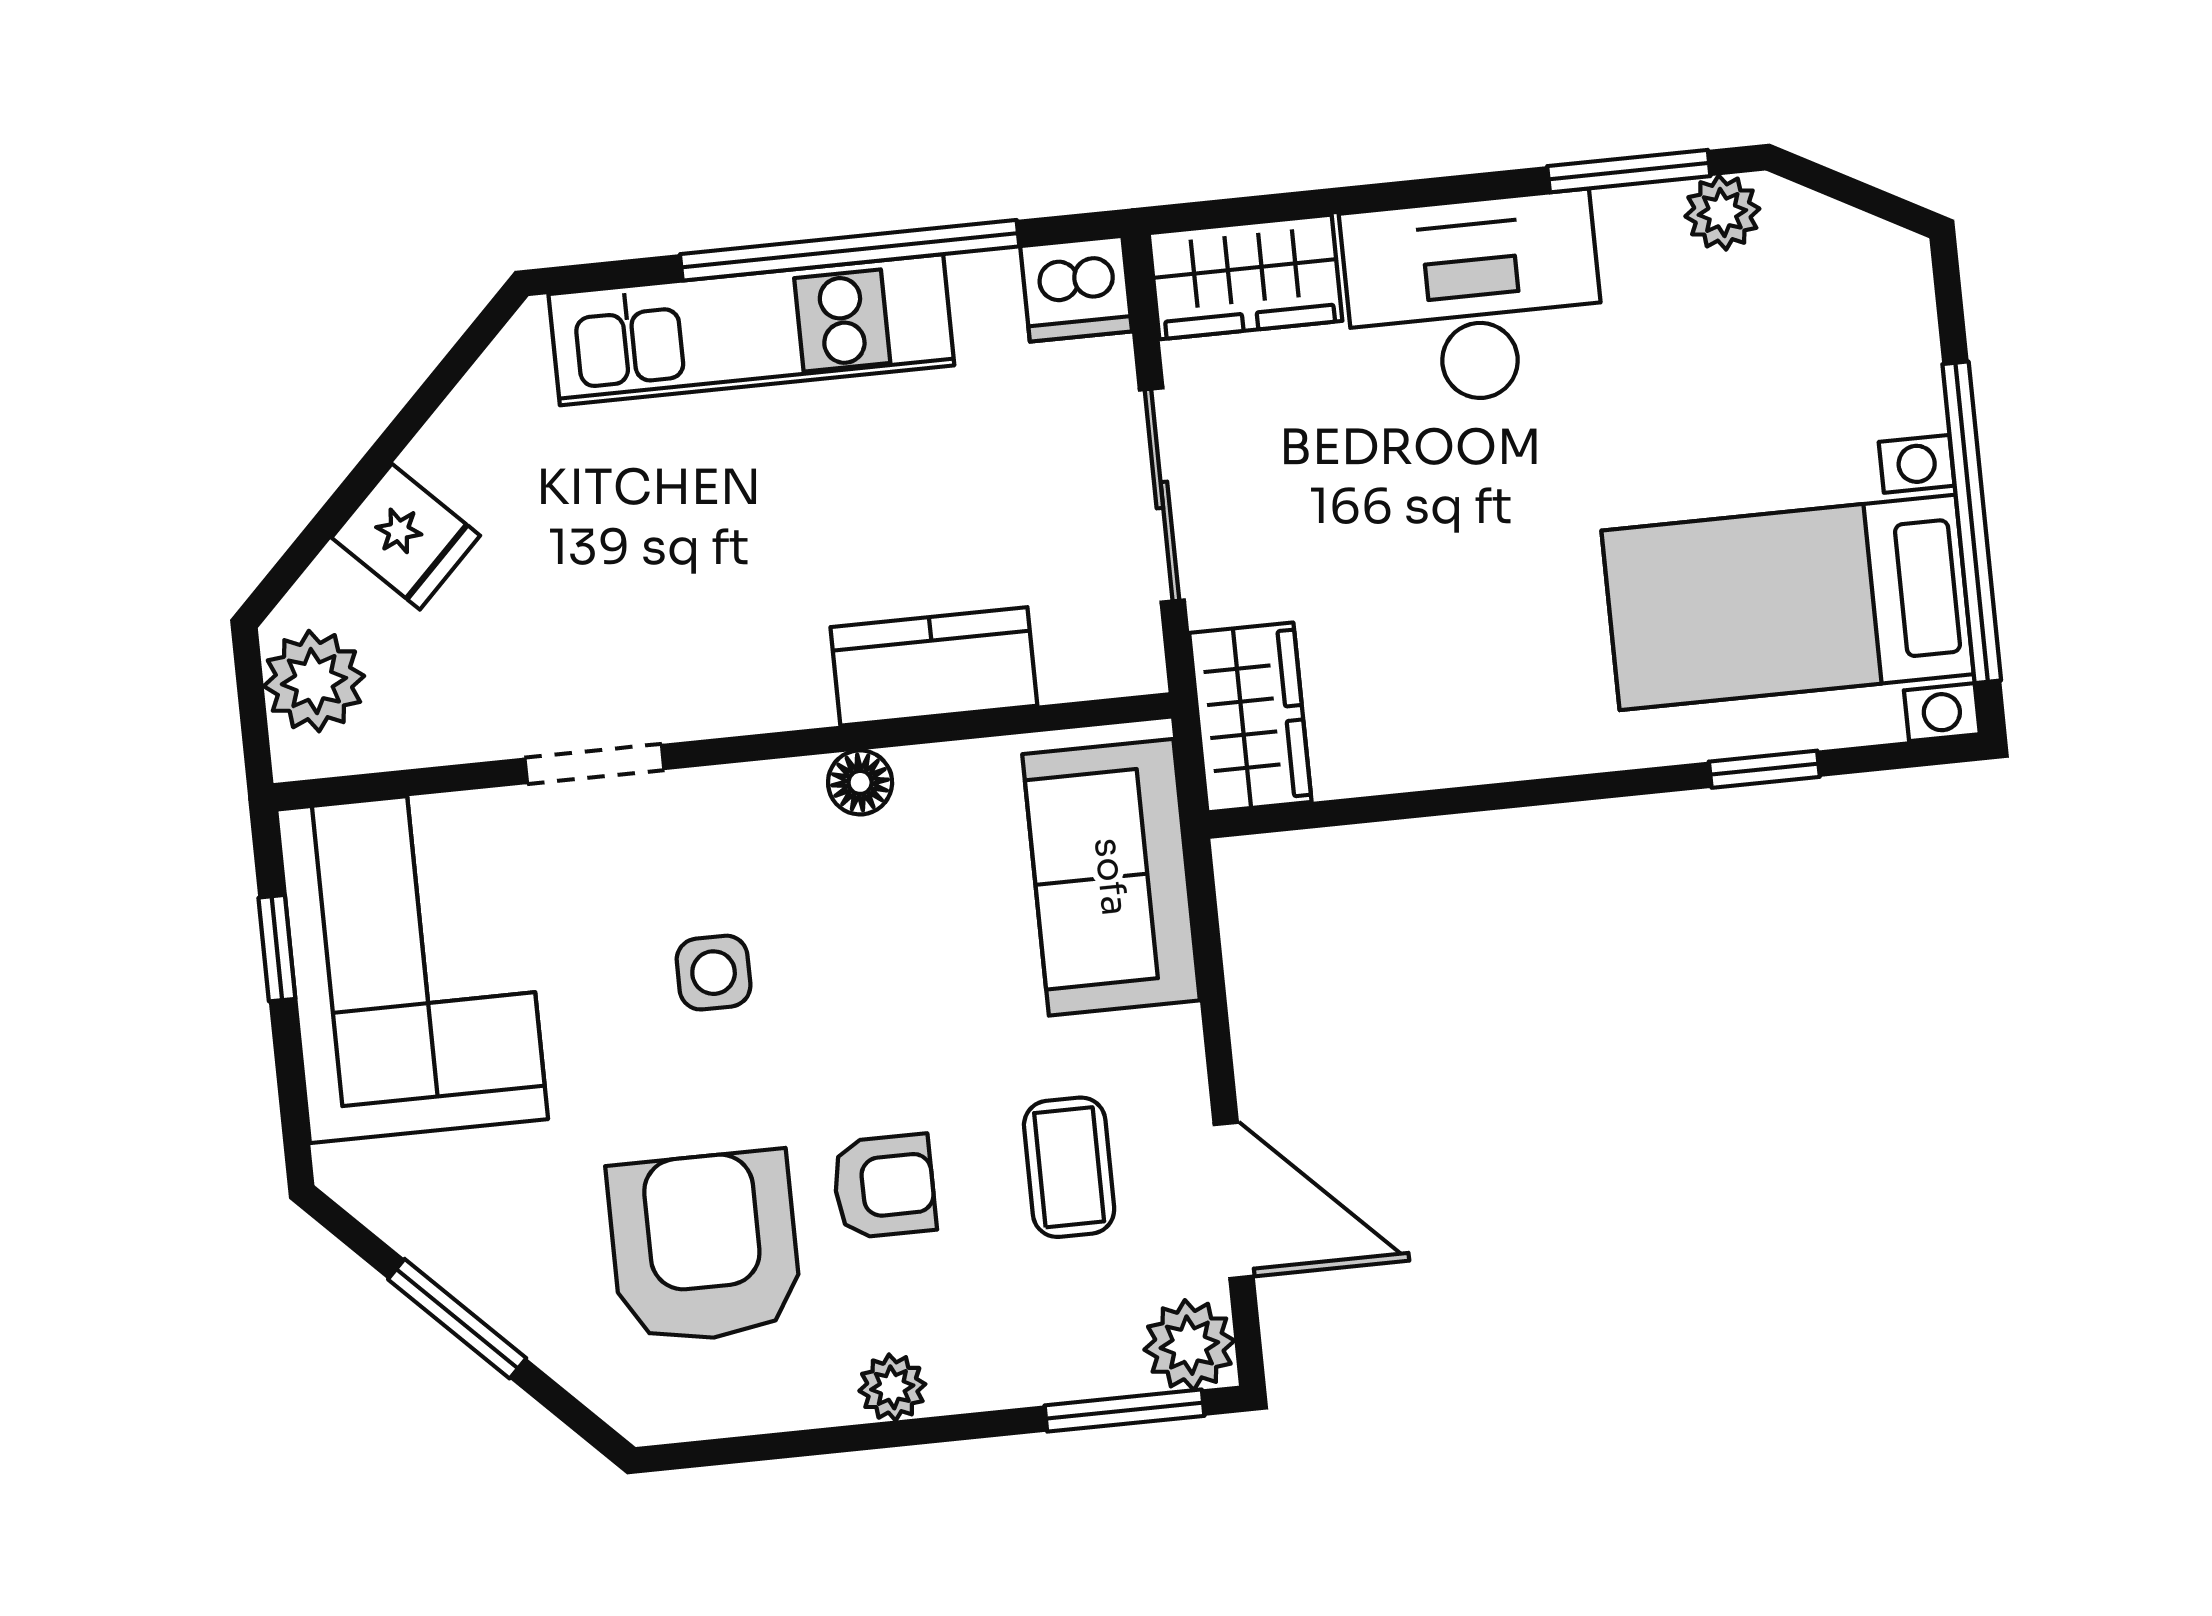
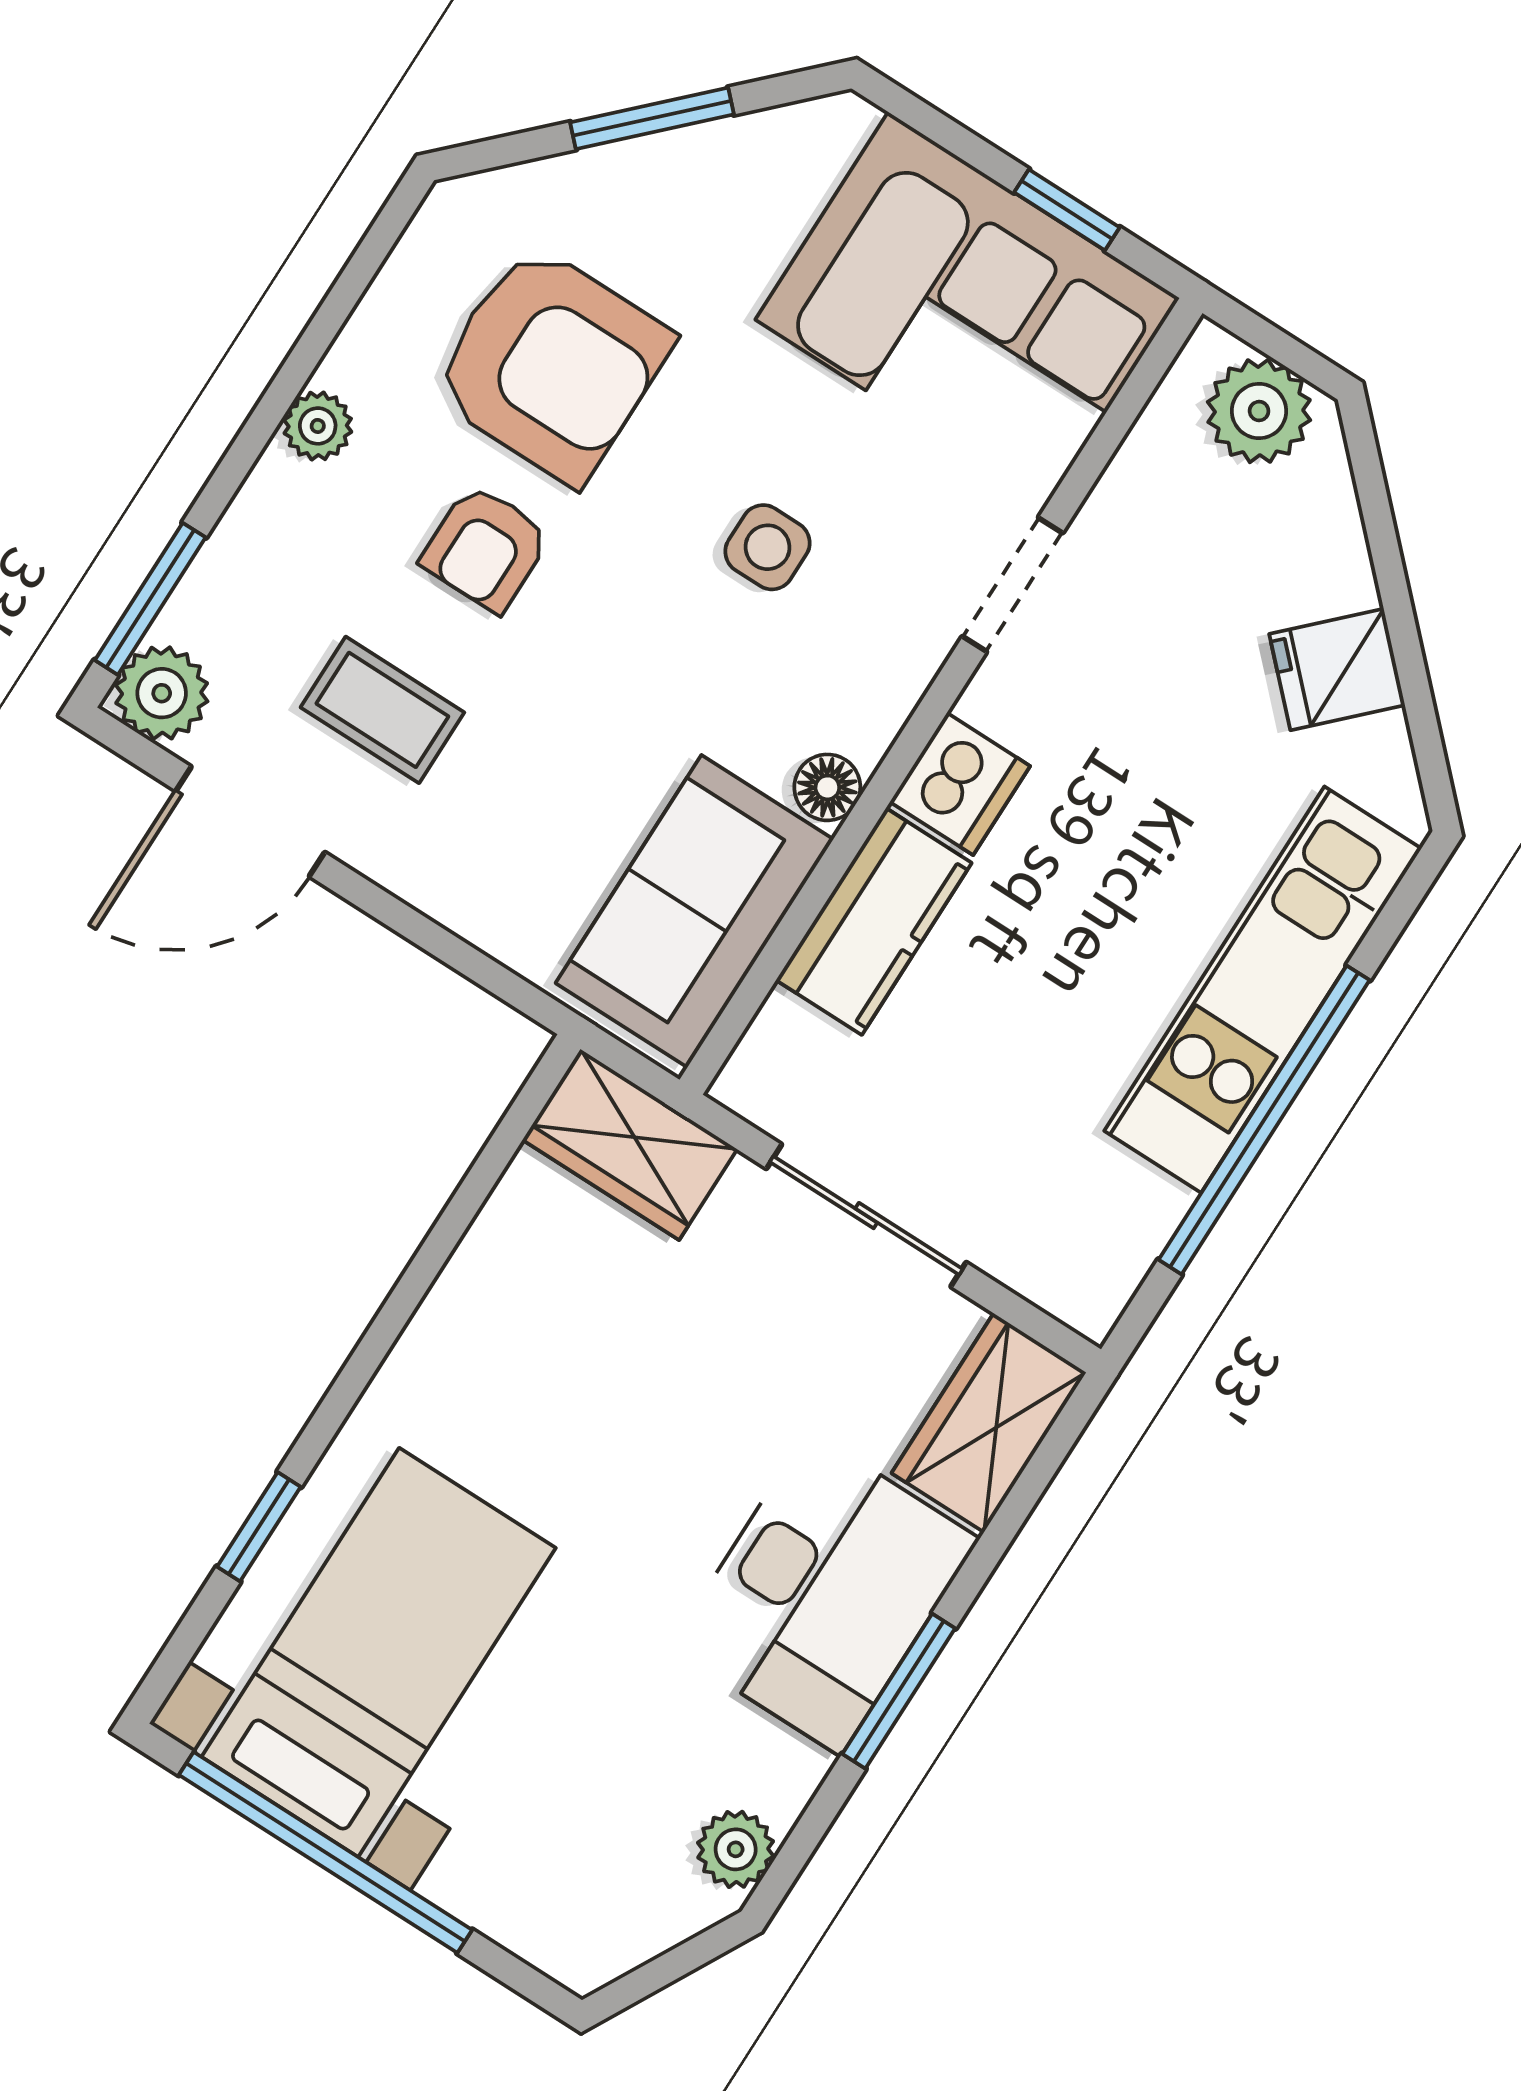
window: (1629, 171) -> (899, 1691), moved
dishwasher: (1076, 289) -> (960, 784), moved, turned 180
fridge: (406, 537) -> (1337, 669), moved
sofa: (1111, 877) -> (694, 911), moved, turned -90

